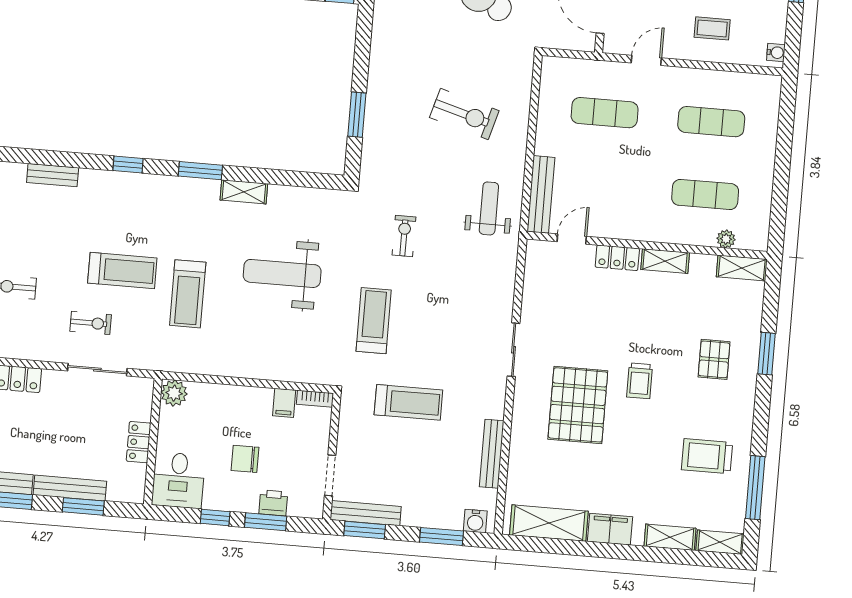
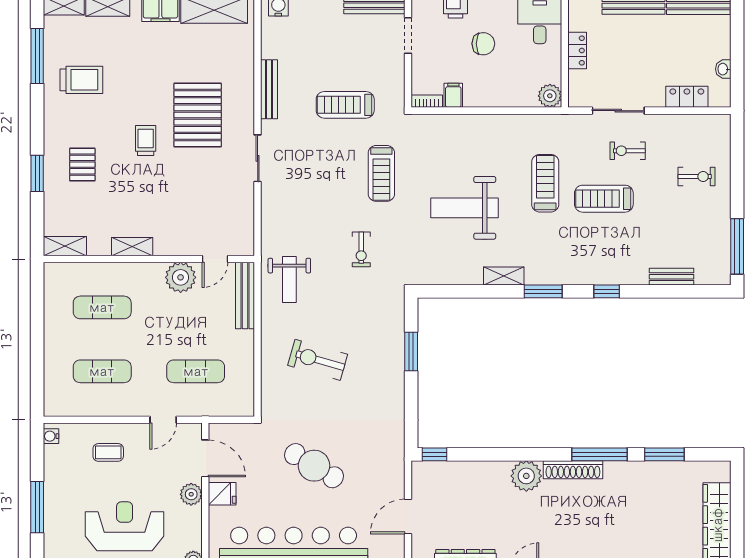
plant: (726, 239) -> (181, 277), moved, width x1.87, depth x1.87
locker: (617, 258) -> (174, 246), removed
weight bench: (282, 273) -> (465, 208), turned 180
bench: (492, 454) -> (269, 89), moved

